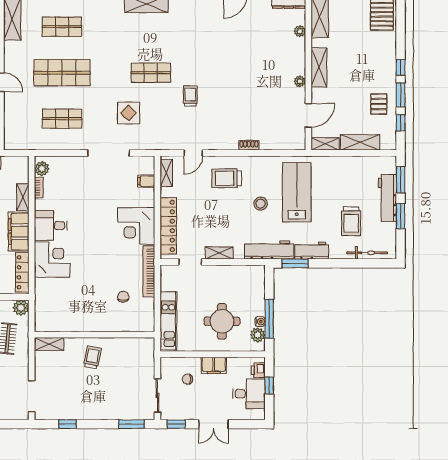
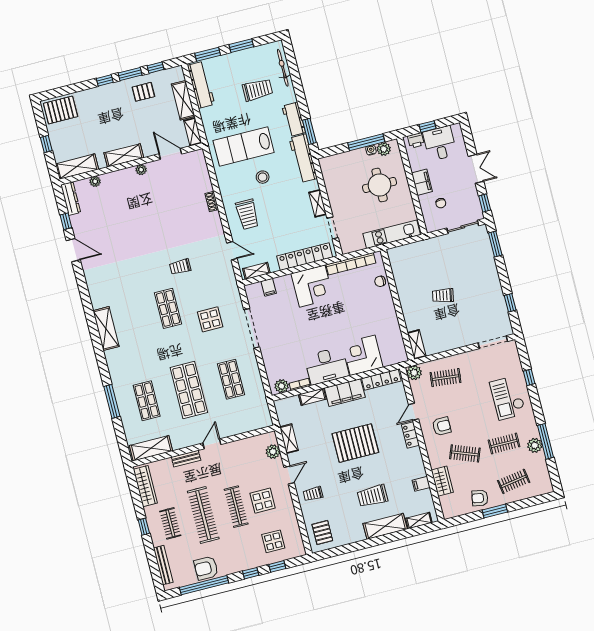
workbench: (387, 198) -> (201, 85), moved, turned -90
desk: (51, 226) -> (327, 366), width x1.37
wall: (95, 335) -> (397, 305), moved
shelving: (49, 344) -> (417, 344), moved

